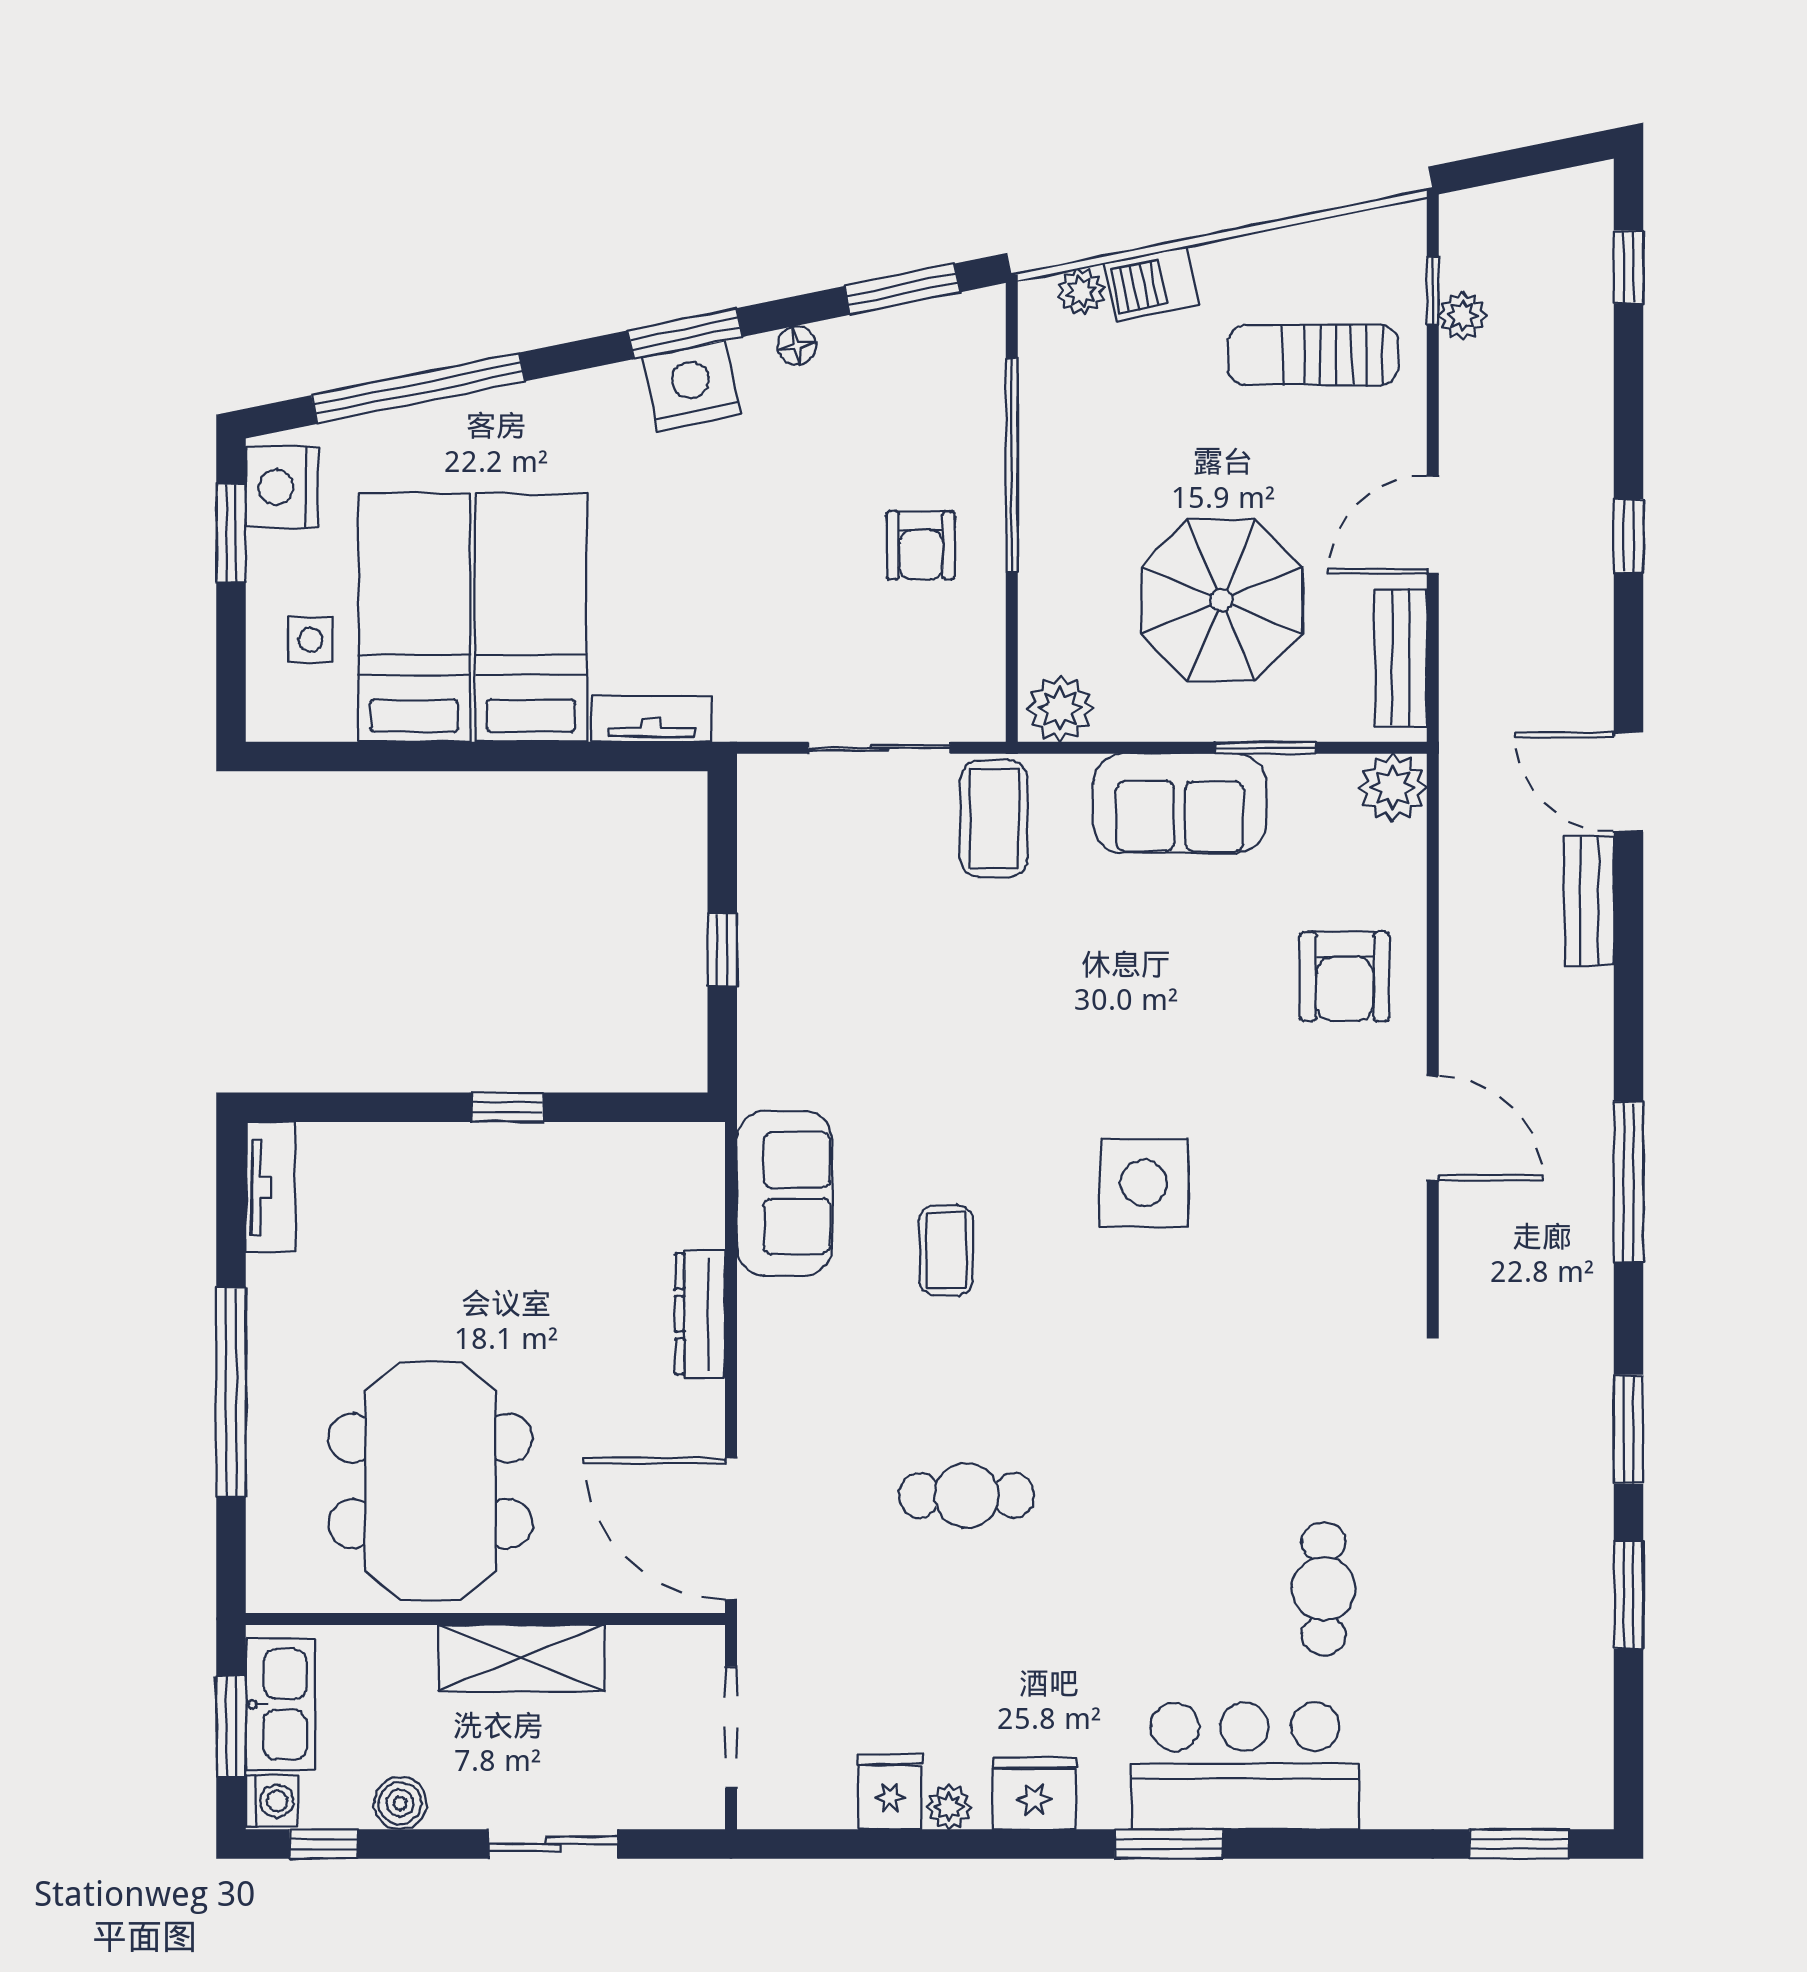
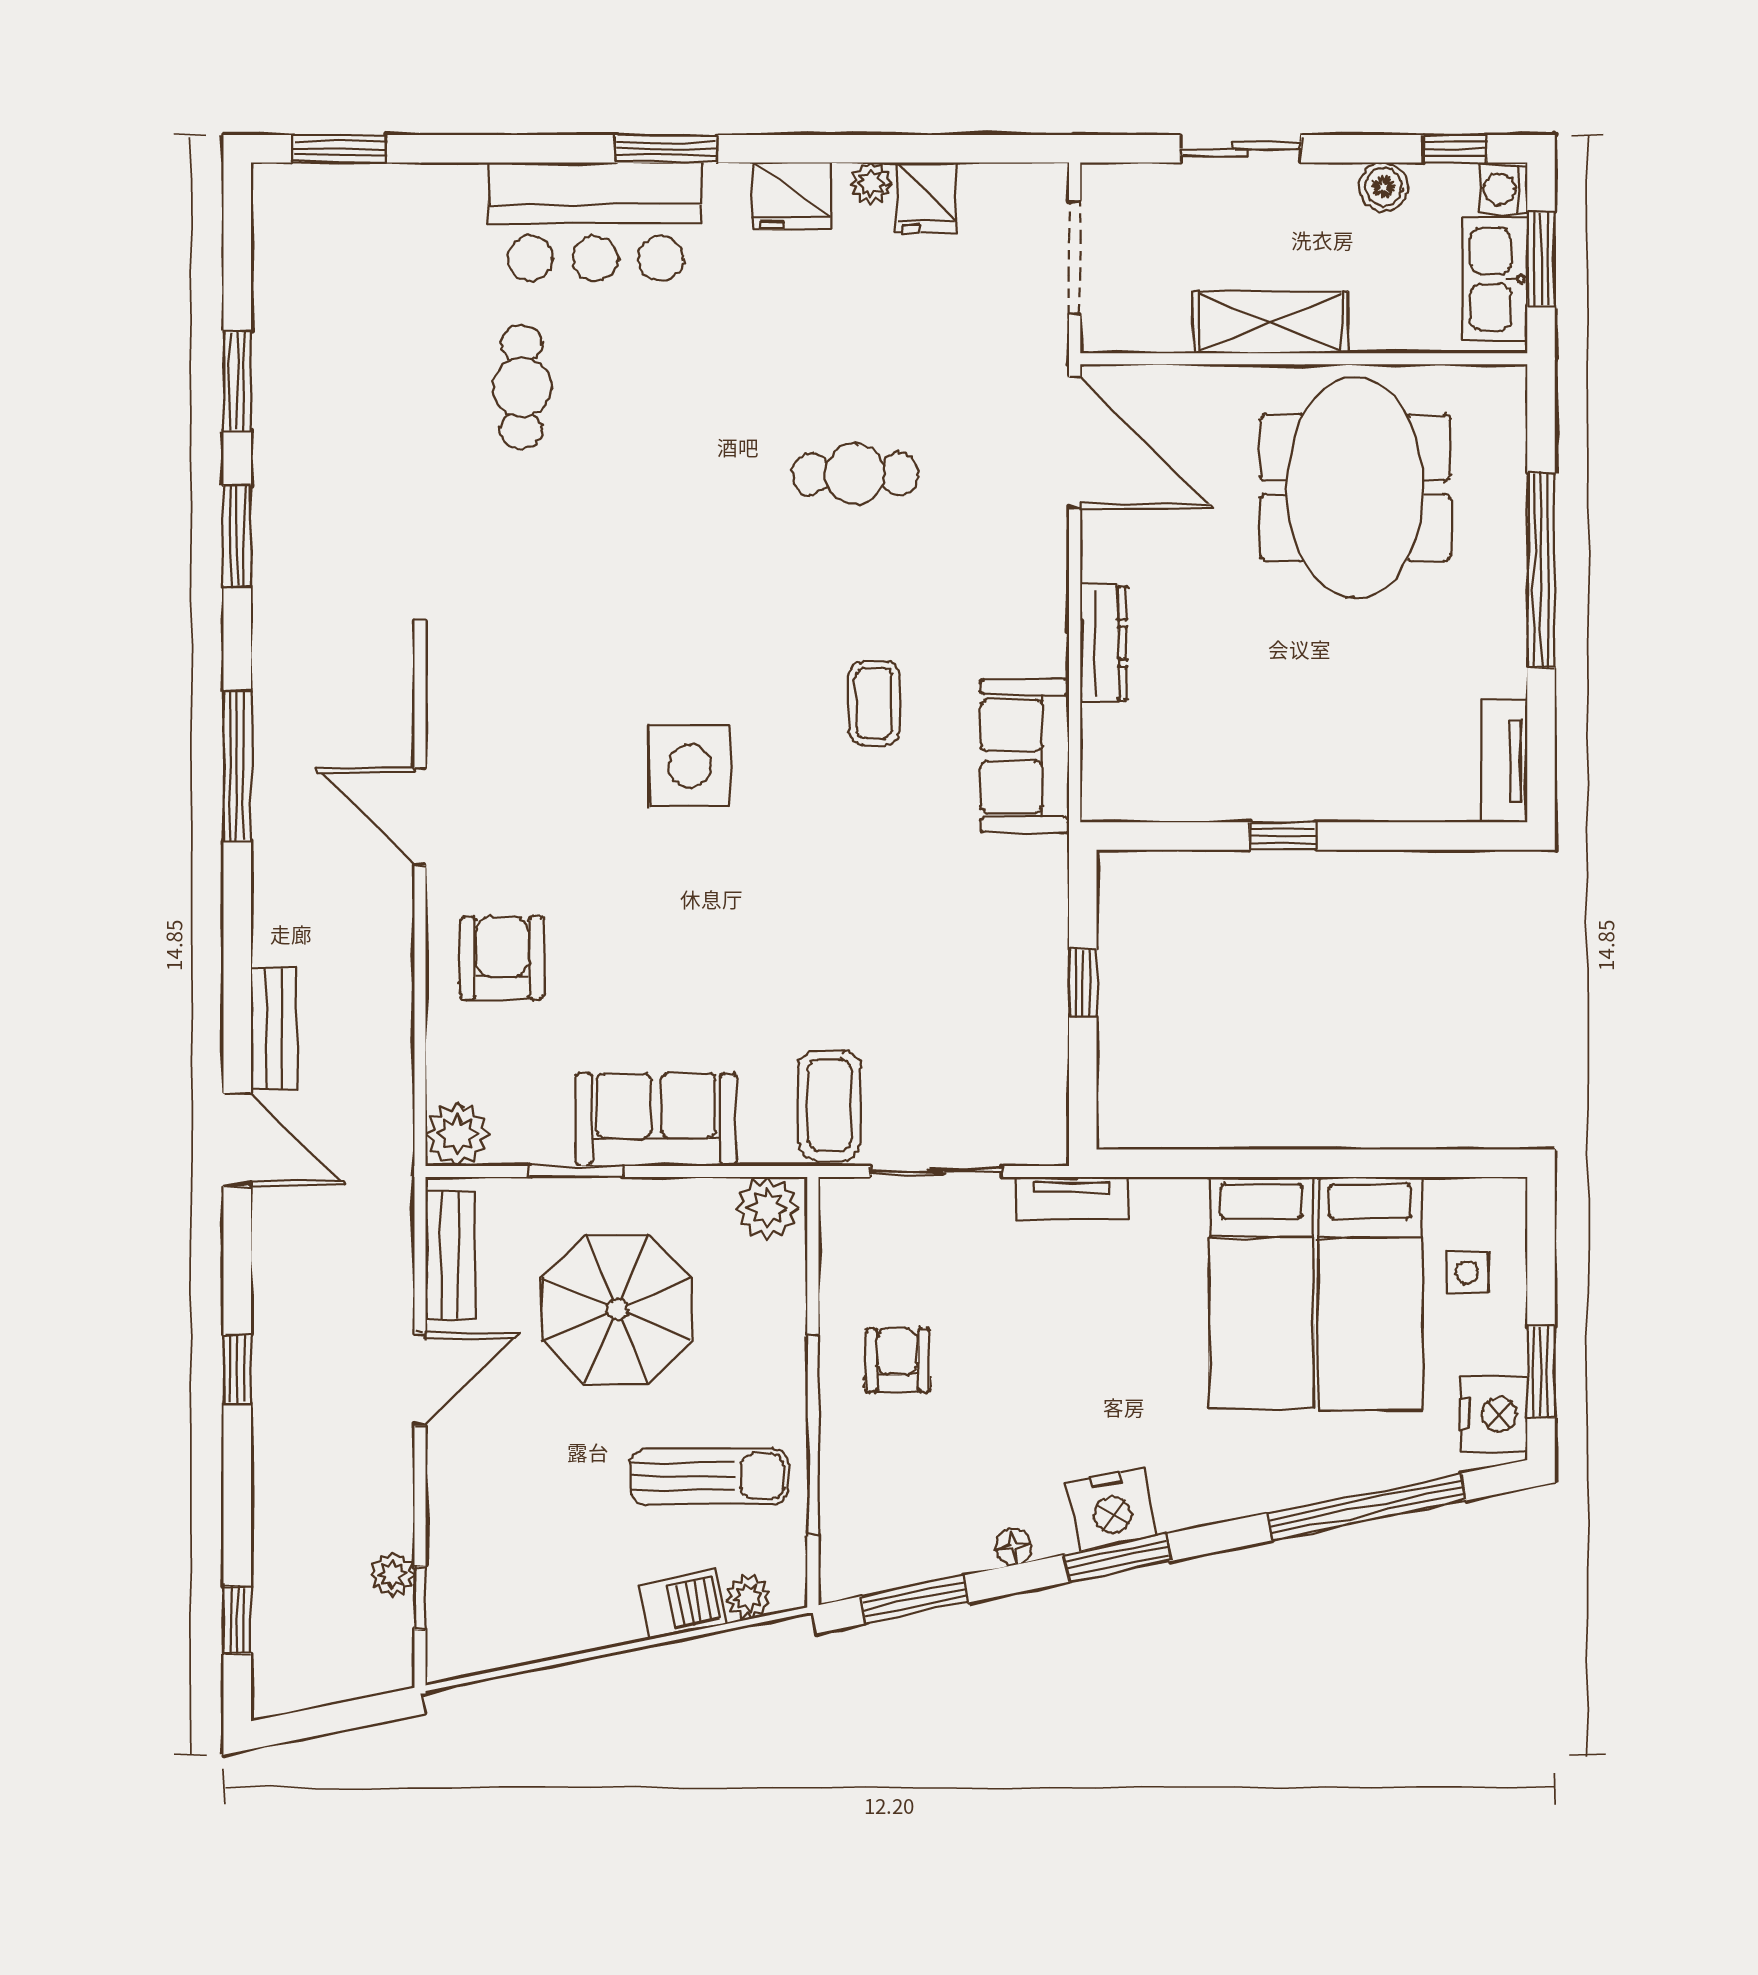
sun lounger: (1313, 355) -> (709, 1476), moved
tv unit: (651, 719) -> (1071, 1198), moved

